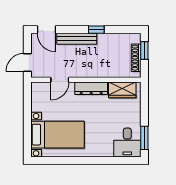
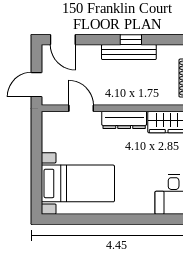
bench: (77, 39) -> (129, 52), moved
door: (60, 80) -> (81, 108), swing flipped

